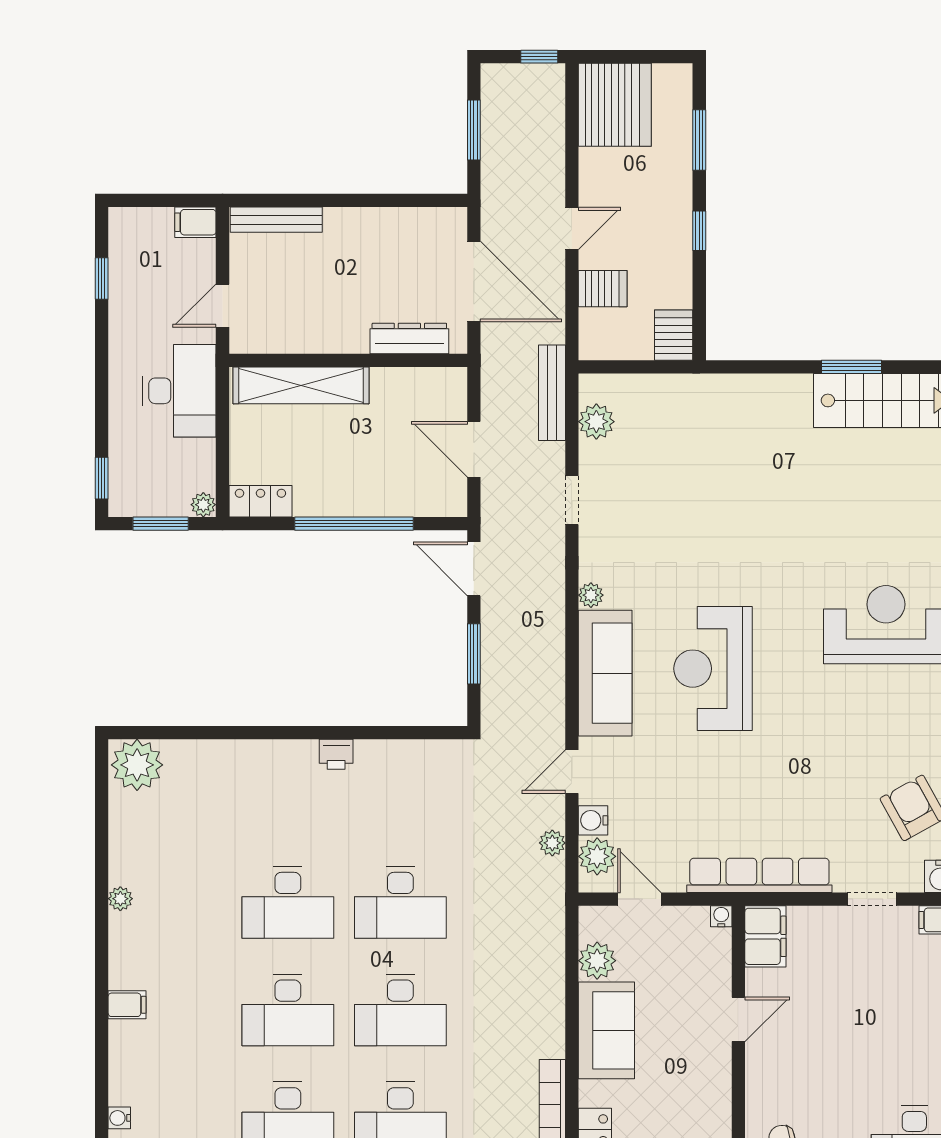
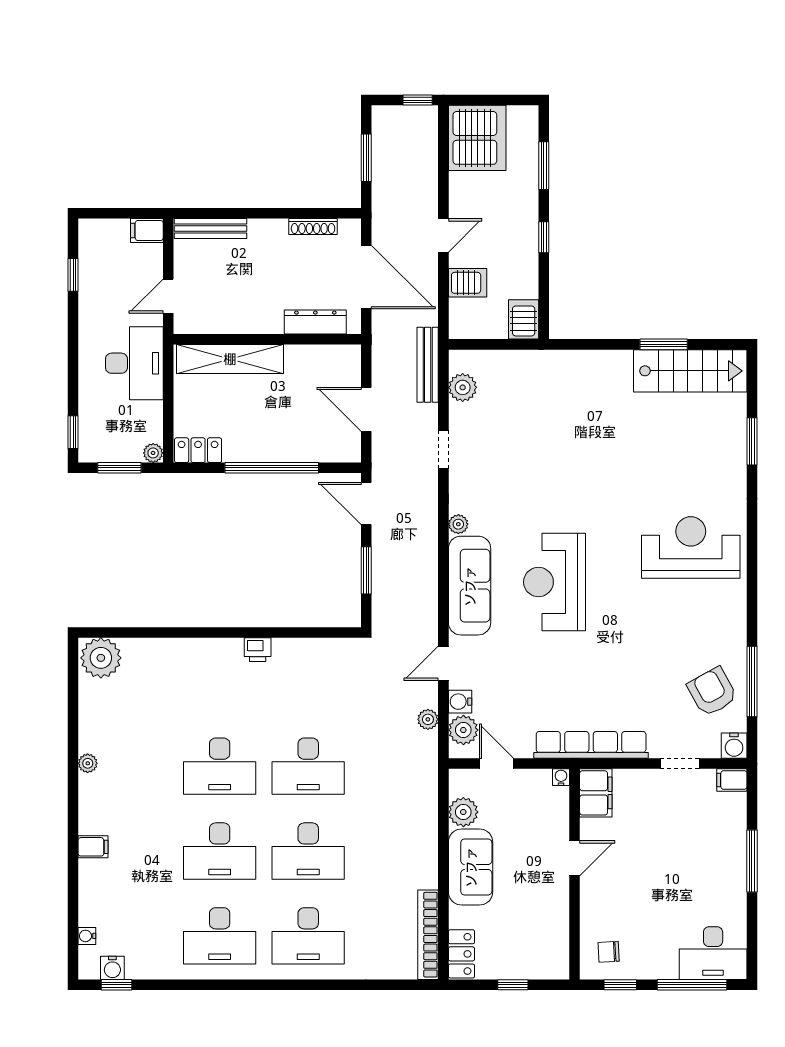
shoe rack: (406, 217) -> (313, 227), added

